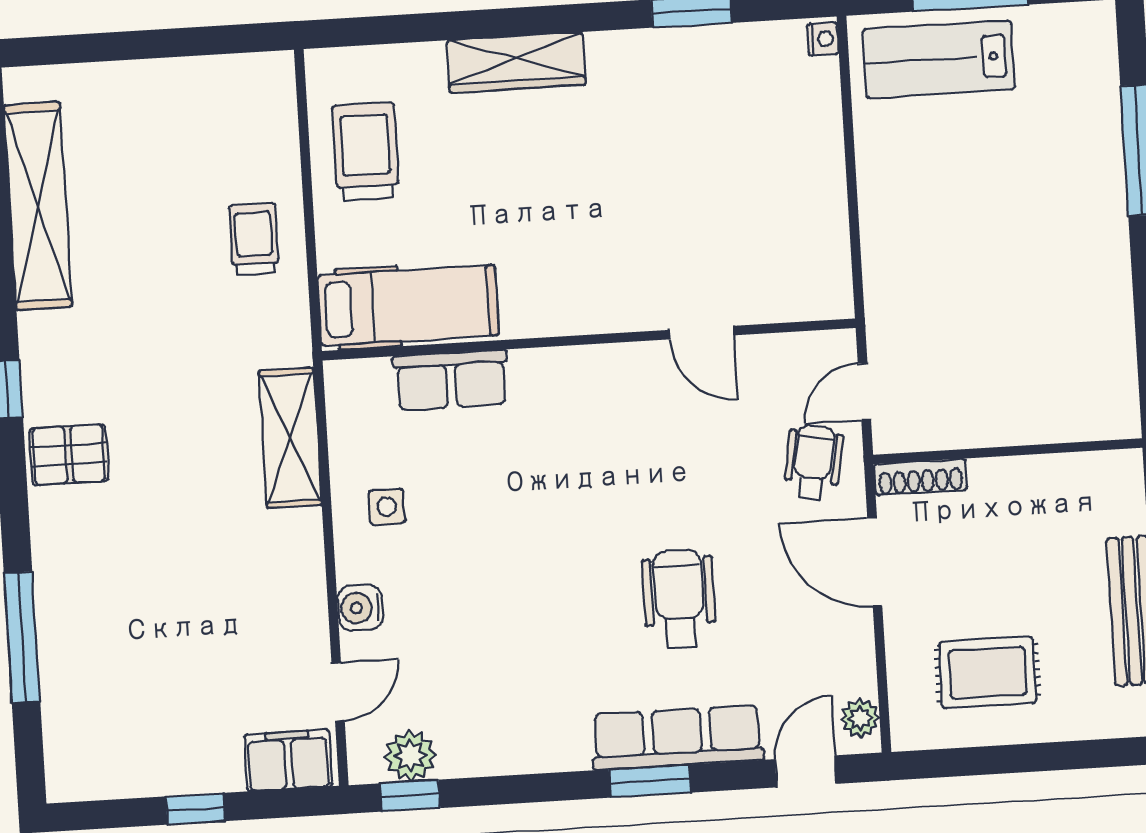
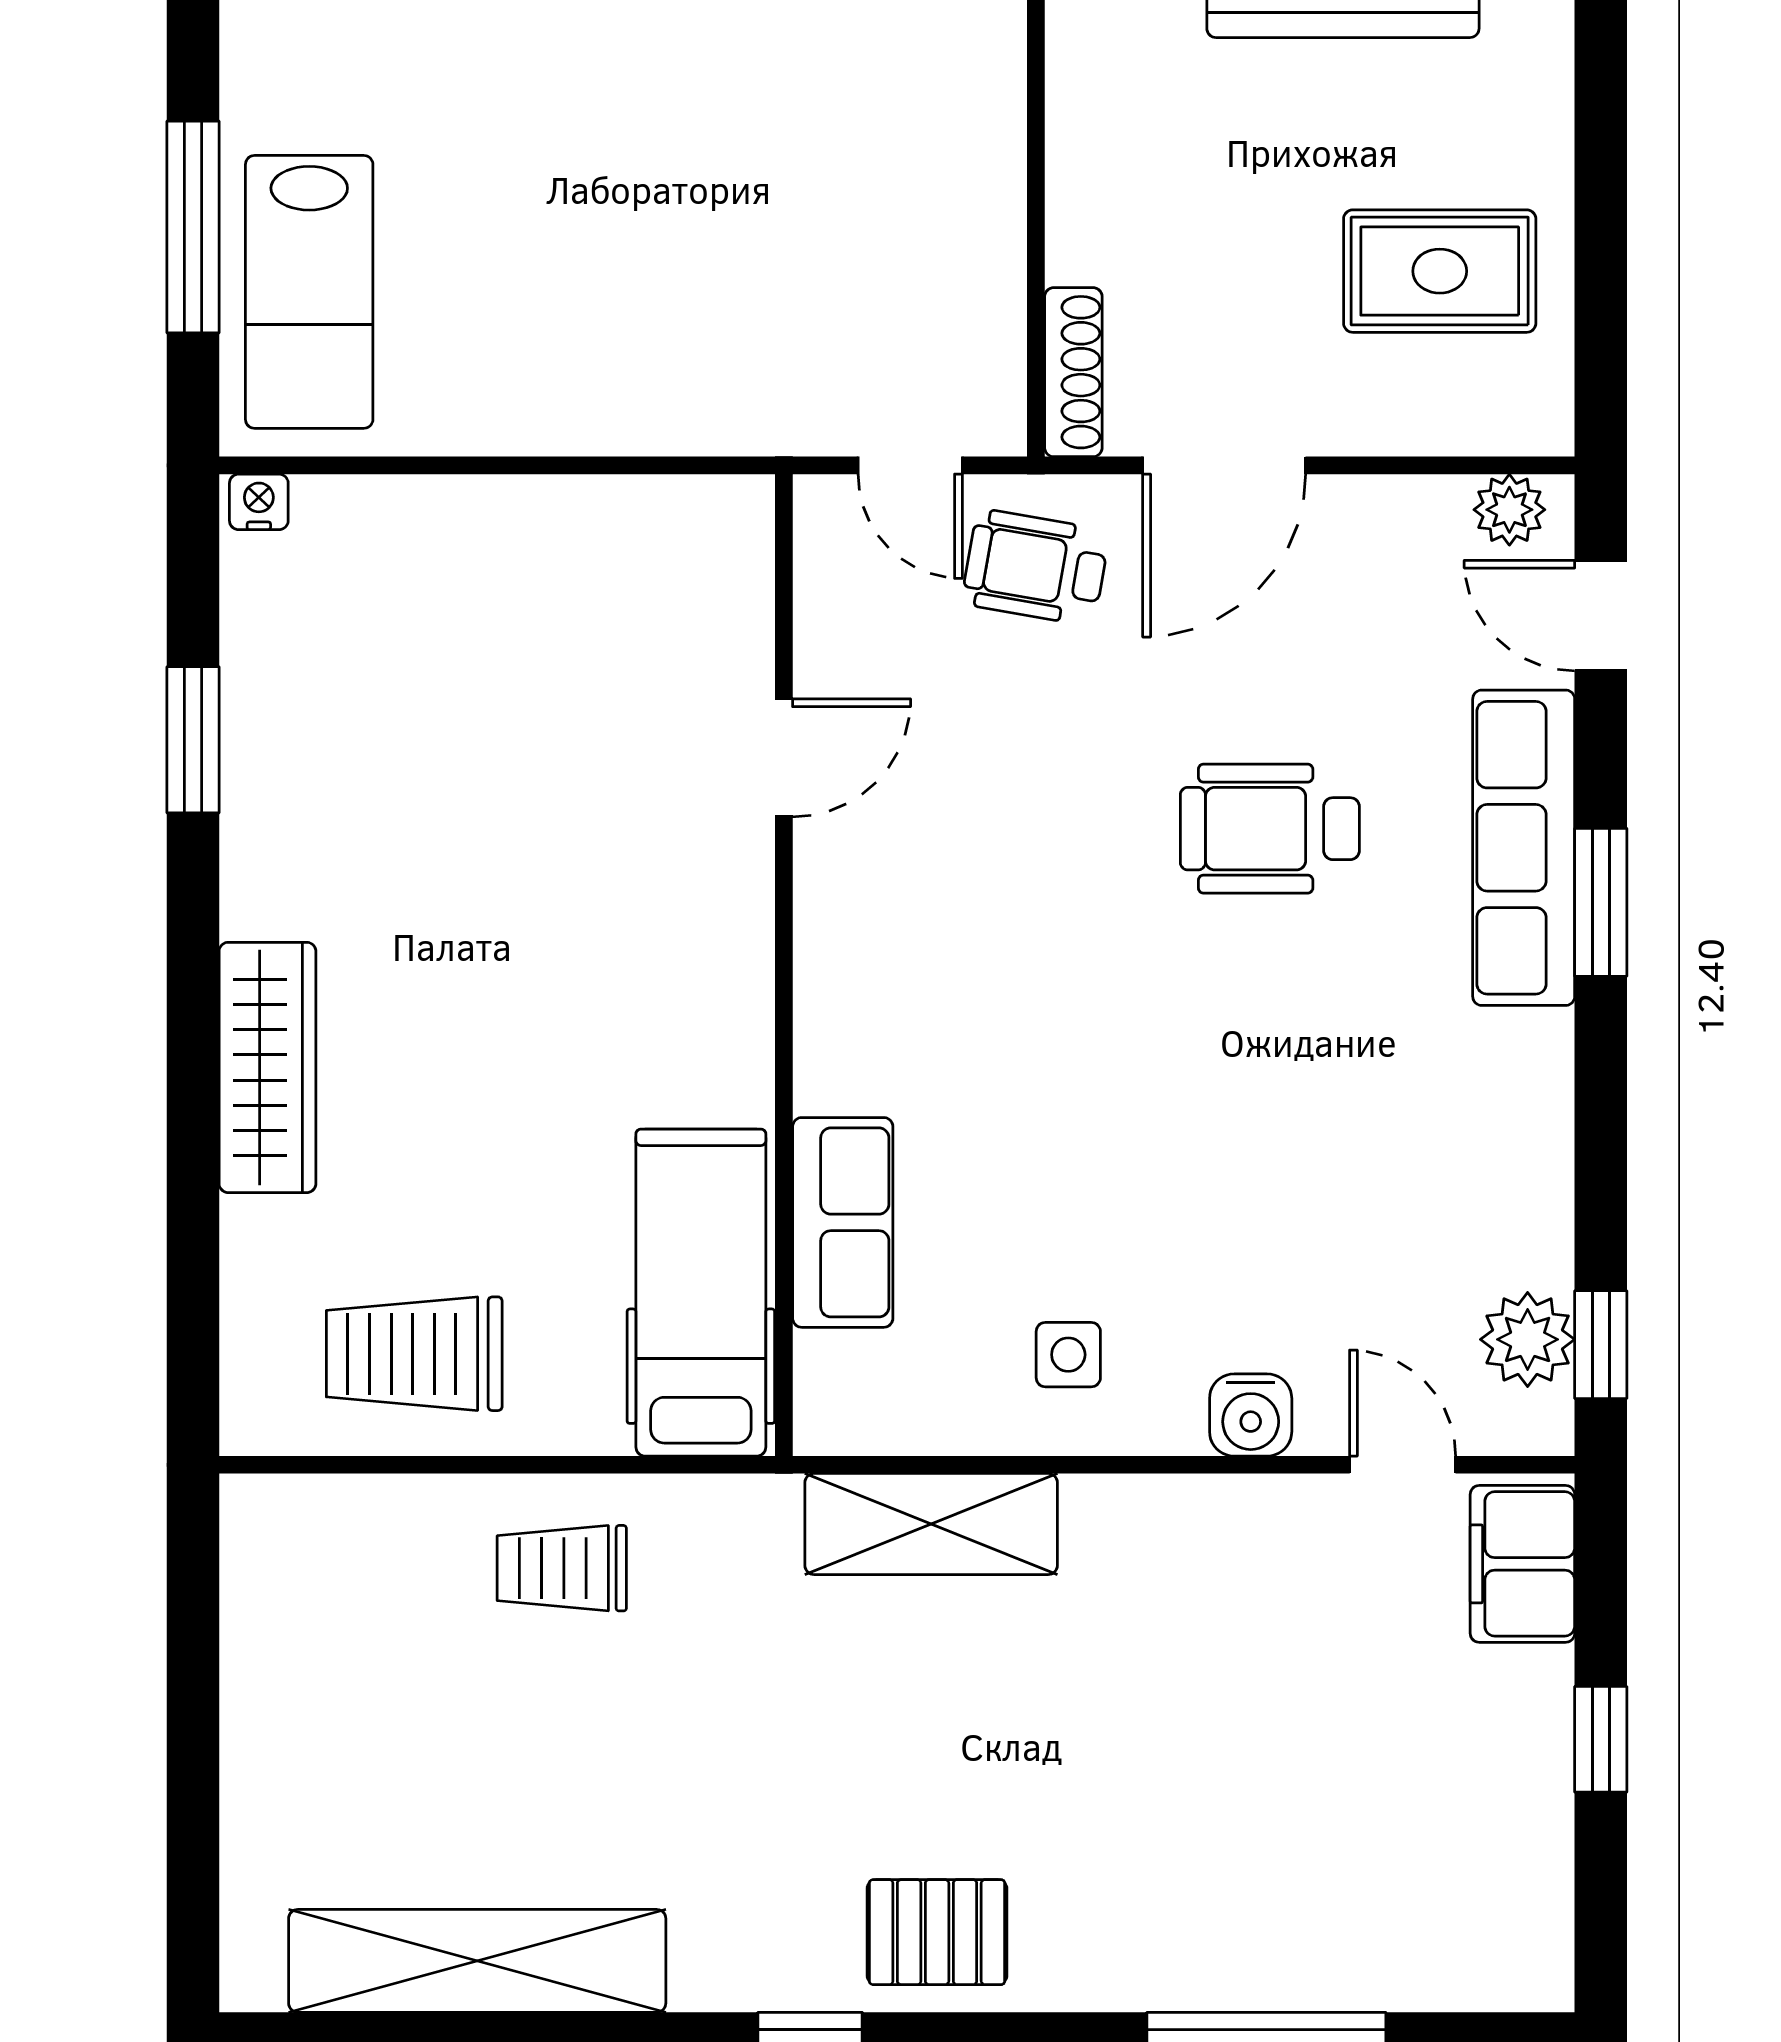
pallet: (69, 455) -> (937, 1932), turned 90
rug: (987, 673) -> (1440, 271), turned 90

